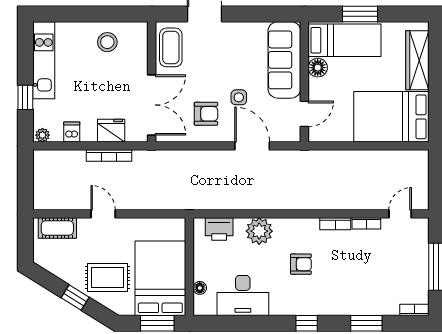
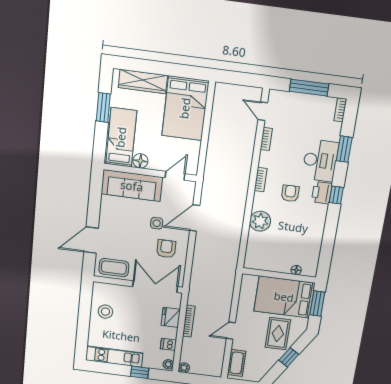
window: (360, 14) -> (103, 108), moved
door: (304, 114) -> (175, 176), hinge flipped
plant: (40, 157) -> (184, 368), added
bookcase: (335, 224) -> (261, 180), moved
printer: (219, 229) -> (322, 193), moved, turned 180
desk: (243, 295) -> (320, 161), moved

